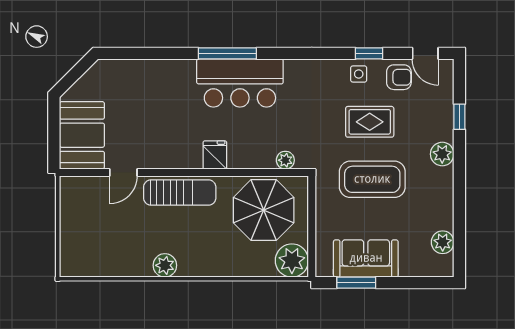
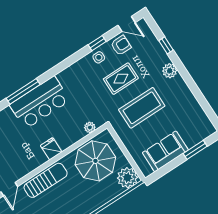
plant: (443, 242) -> (200, 117), removed
window: (356, 283) -> (195, 150), moved

